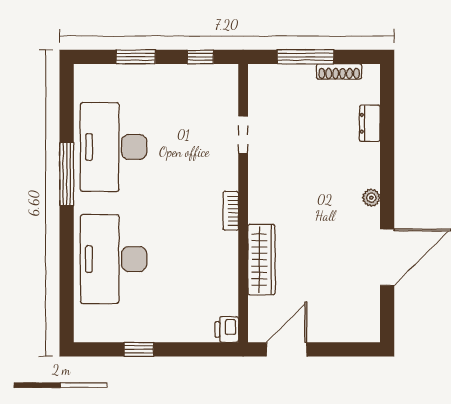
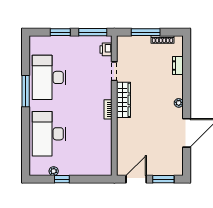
window: (200, 57) -> (93, 32), width x2.17
wardrobe: (261, 260) -> (123, 100), moved
printer: (227, 329) -> (106, 49), moved
plant: (122, 333) -> (54, 171), added
window: (341, 349) -> (163, 179), added

